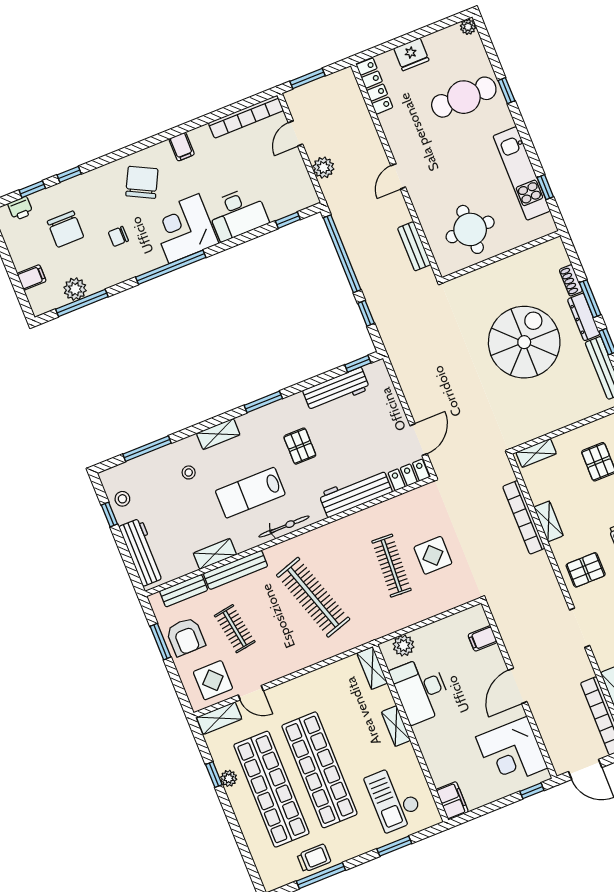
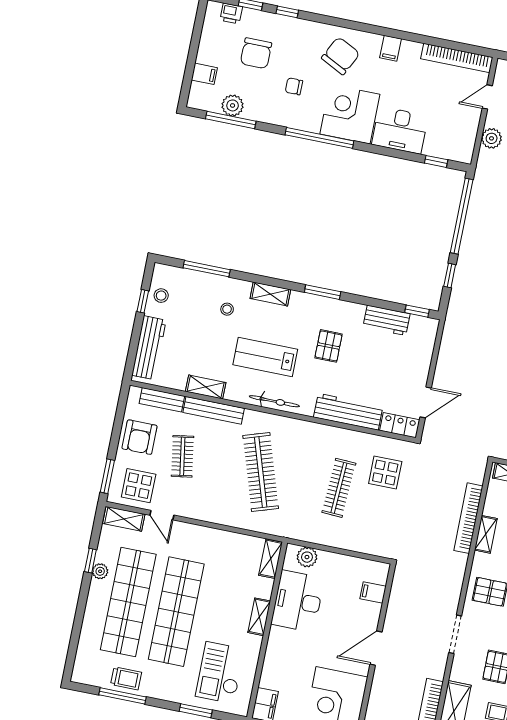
workbench: (336, 390) -> (387, 320), width x0.73
display table: (433, 555) -> (385, 472), moved
window: (161, 642) -> (107, 476), moved

